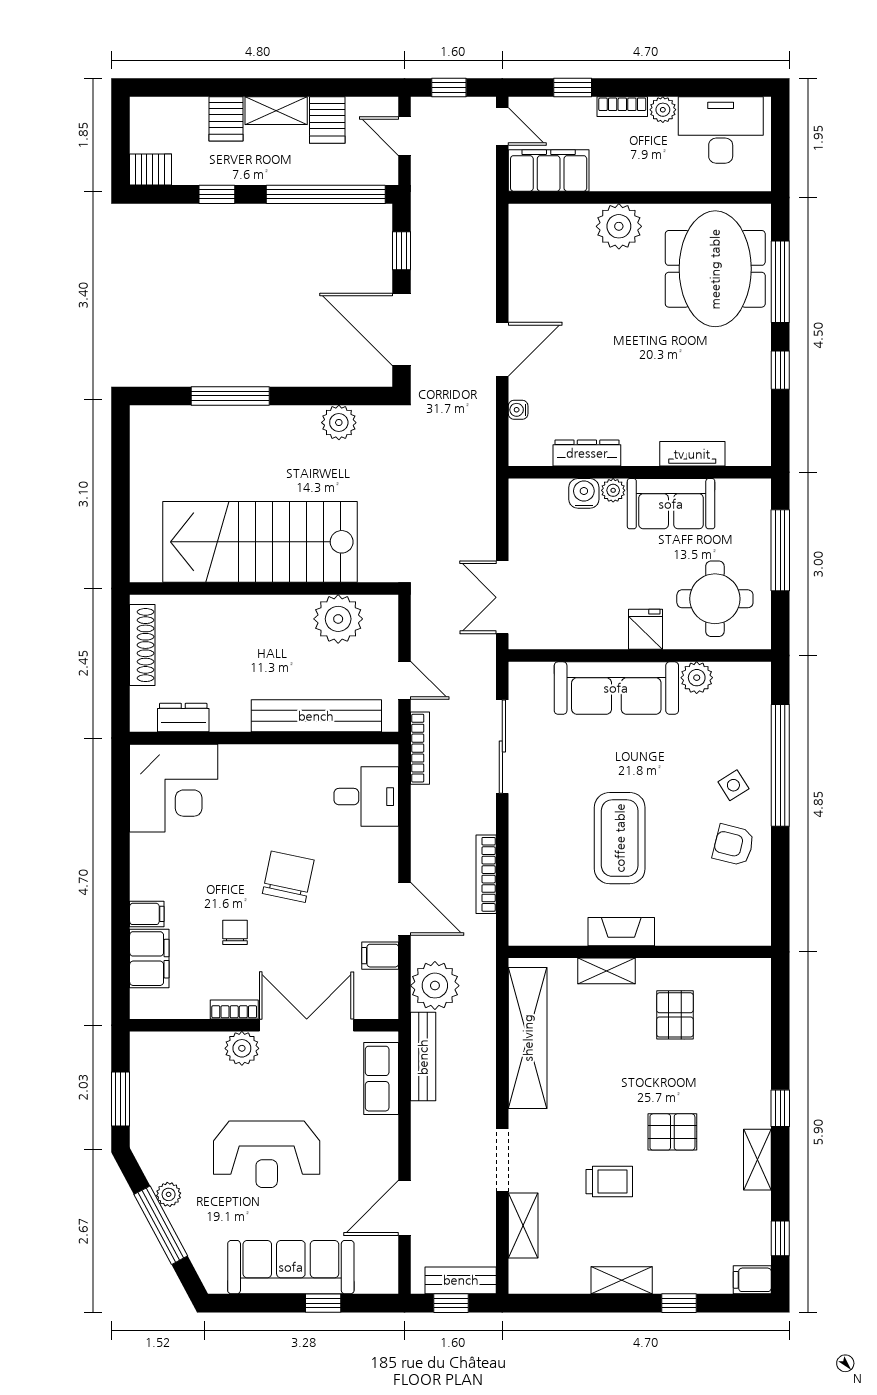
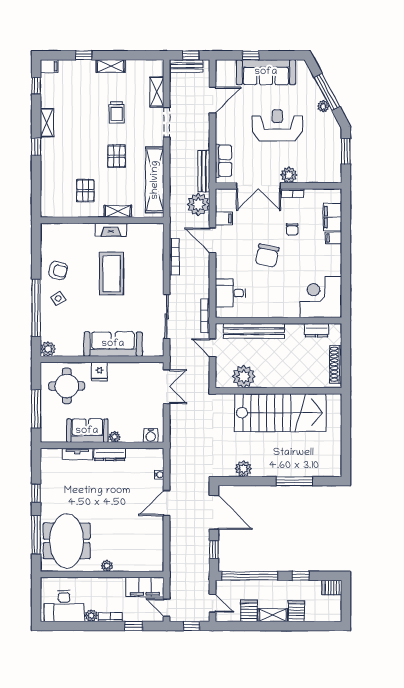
plant: (619, 226) -> (107, 566), width x0.53, depth x0.53
dresser: (587, 453) -> (110, 454), moved
water cooler: (584, 493) -> (151, 435), moved
plant: (697, 678) -> (48, 349), moved
pallet: (672, 1132) -> (117, 156), moved, turned 90
trolley: (609, 1182) -> (116, 112), turned -90

